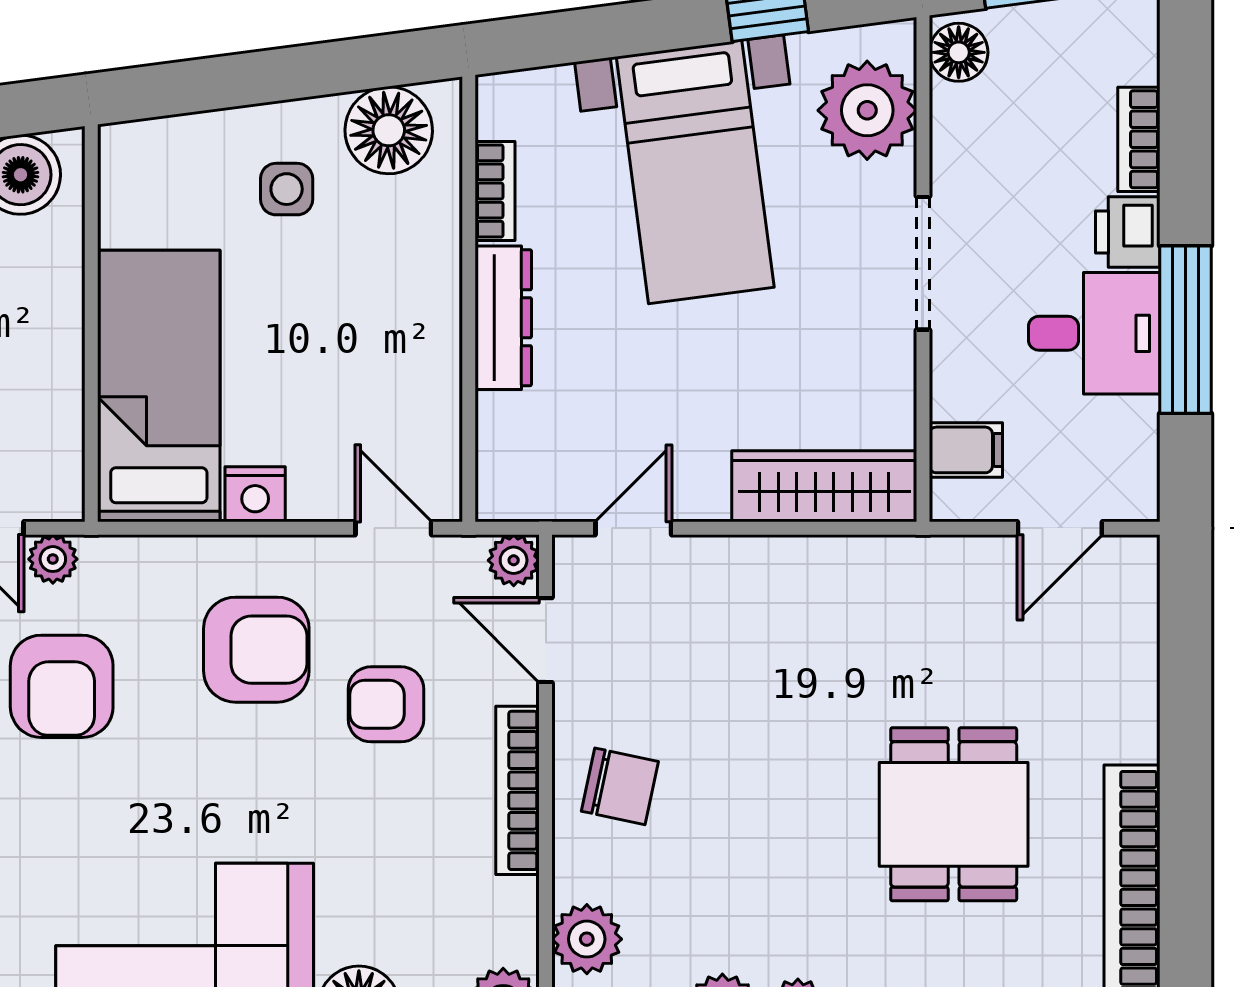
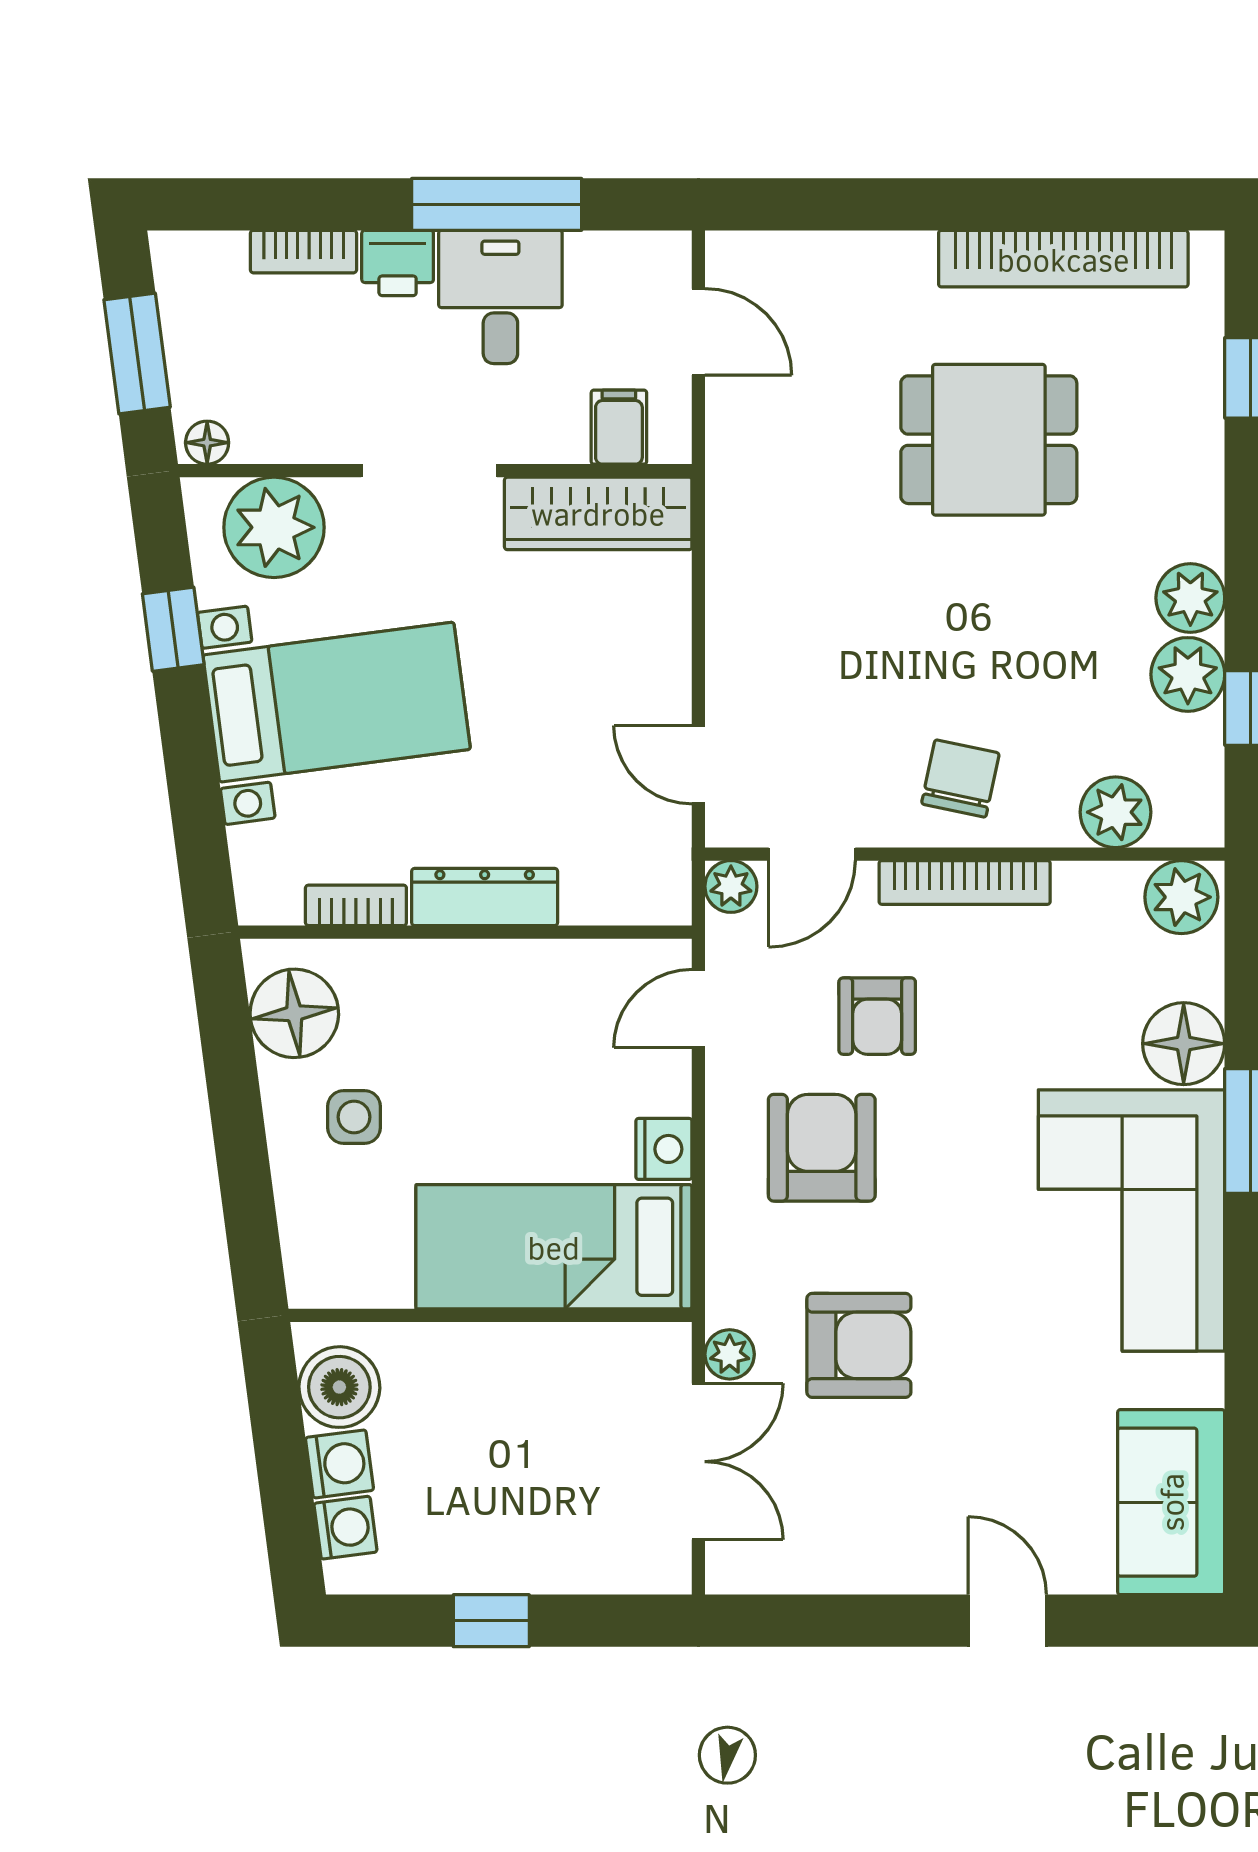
floor lamp: (959, 52) -> (207, 443), width x0.73, depth x0.73
wardrobe: (824, 486) -> (598, 513), moved, turned -90

